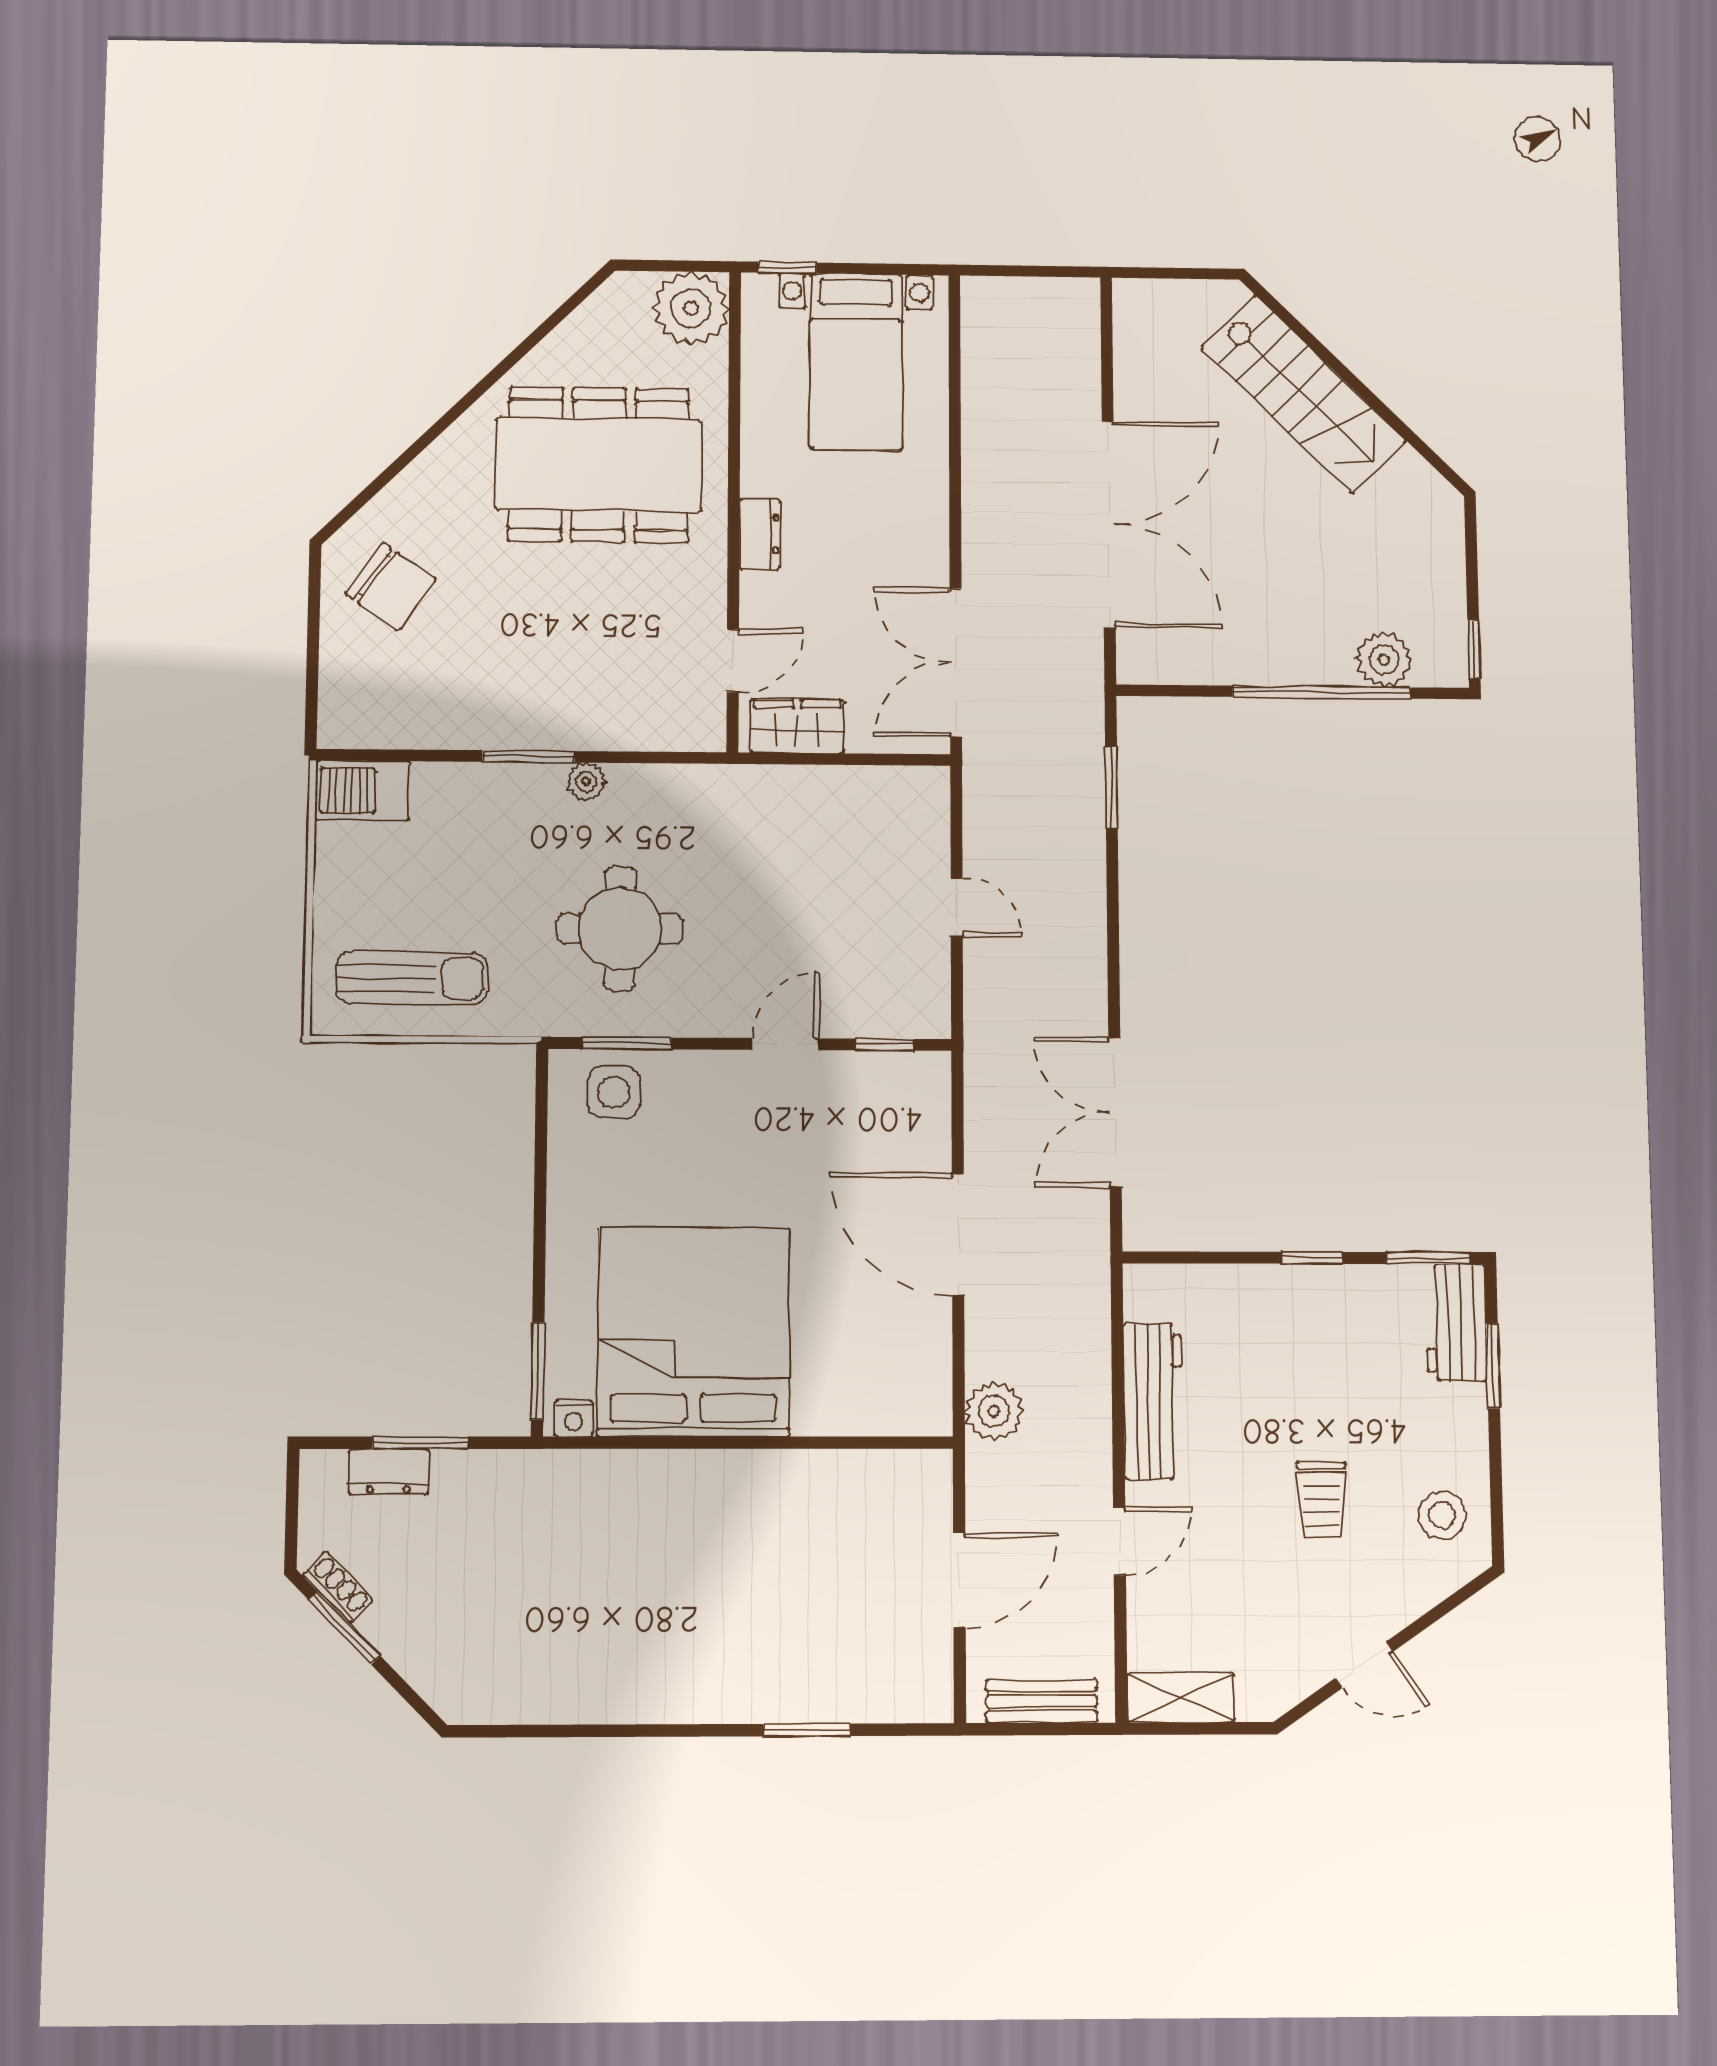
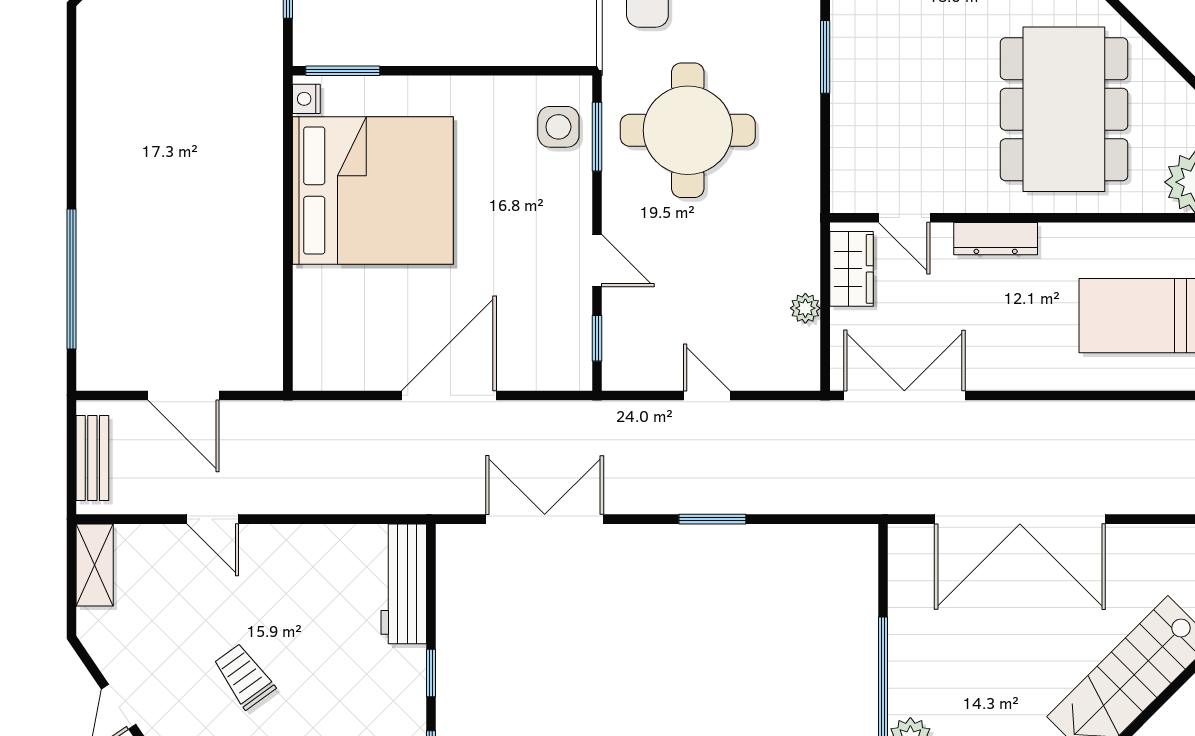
dresser: (760, 534) -> (996, 239), width x1.44
plant: (586, 781) -> (805, 308), moved
window: (1111, 787) -> (712, 519), moved
door: (957, 907) -> (707, 395), swing flipped
round table: (620, 929) -> (688, 130), width x1.36, depth x1.36
workbench: (1153, 1401) -> (404, 584), moved, turned 90
plant: (994, 1411) -> (312, 423), removed
trolley: (1321, 1500) -> (244, 676), turned 54
window: (807, 1730) -> (71, 279), width x2.11

